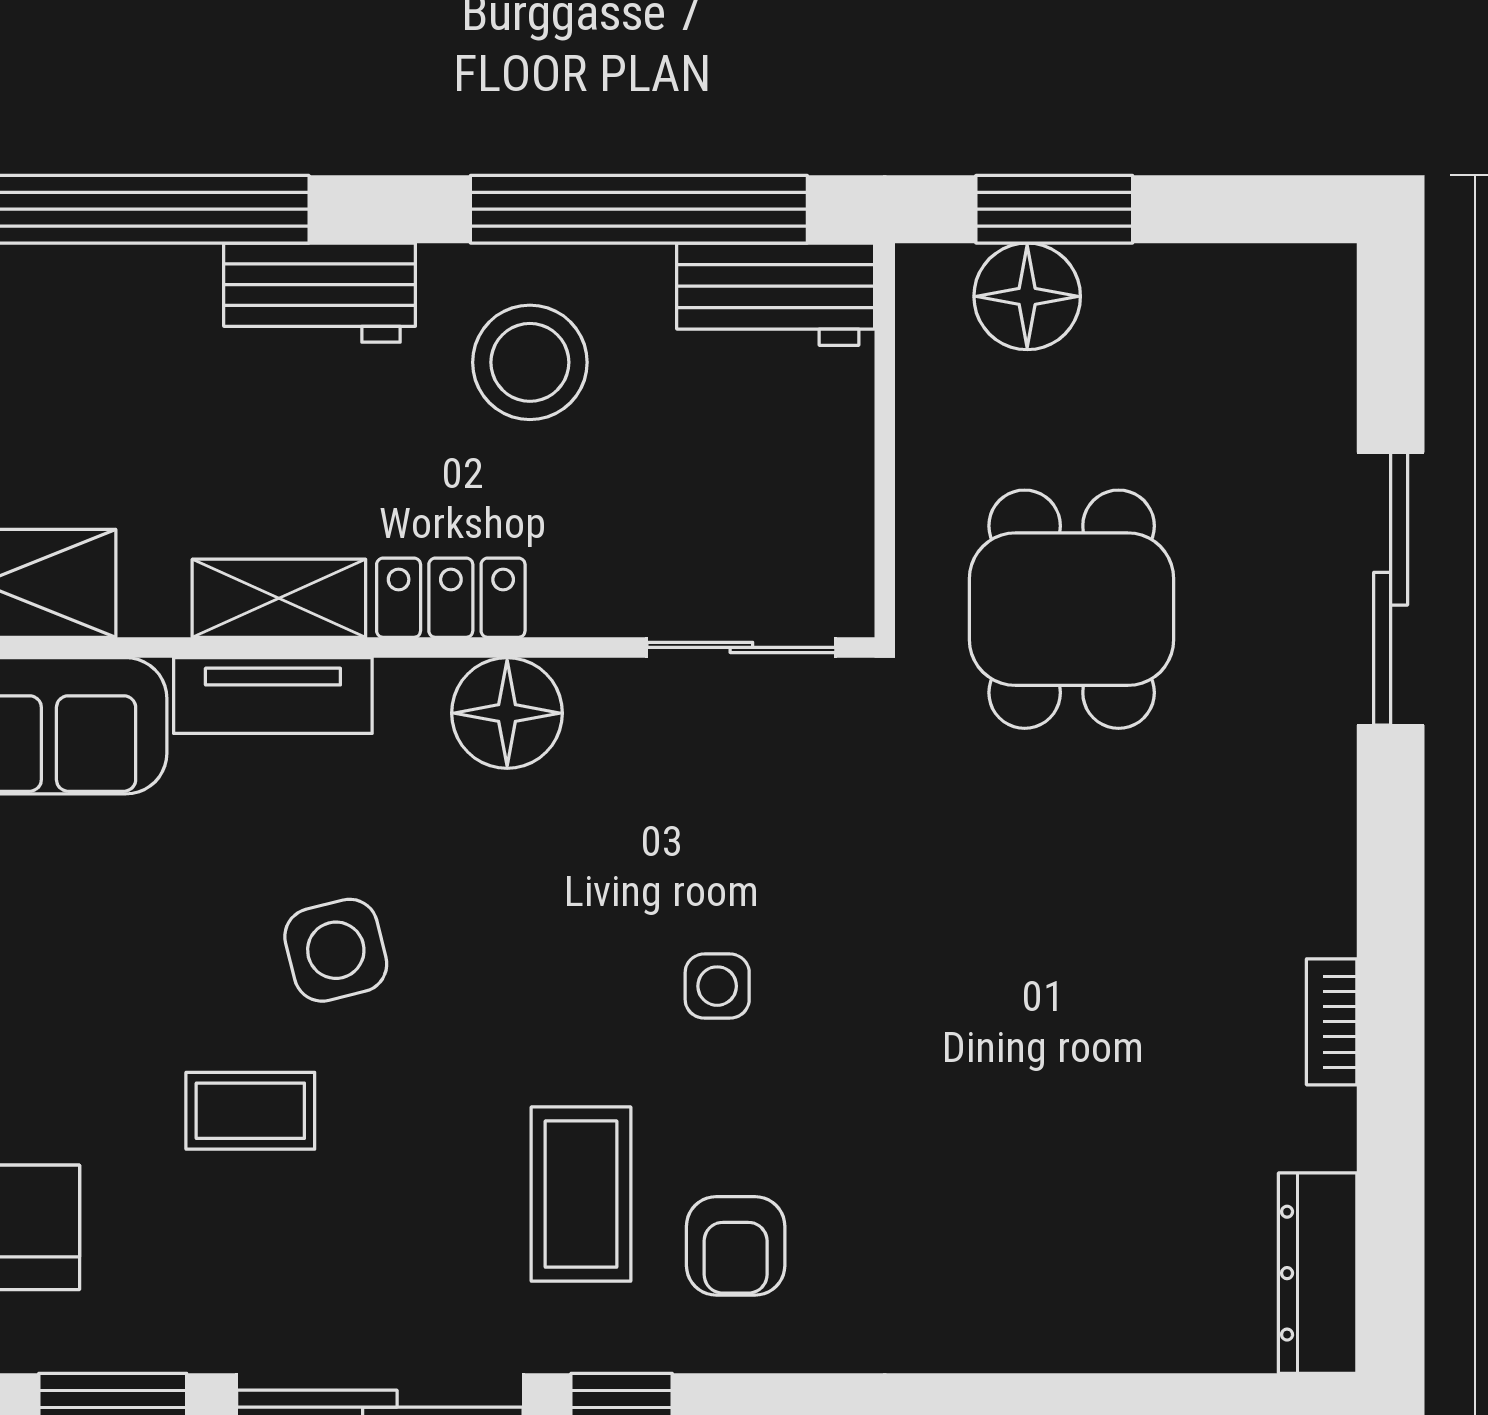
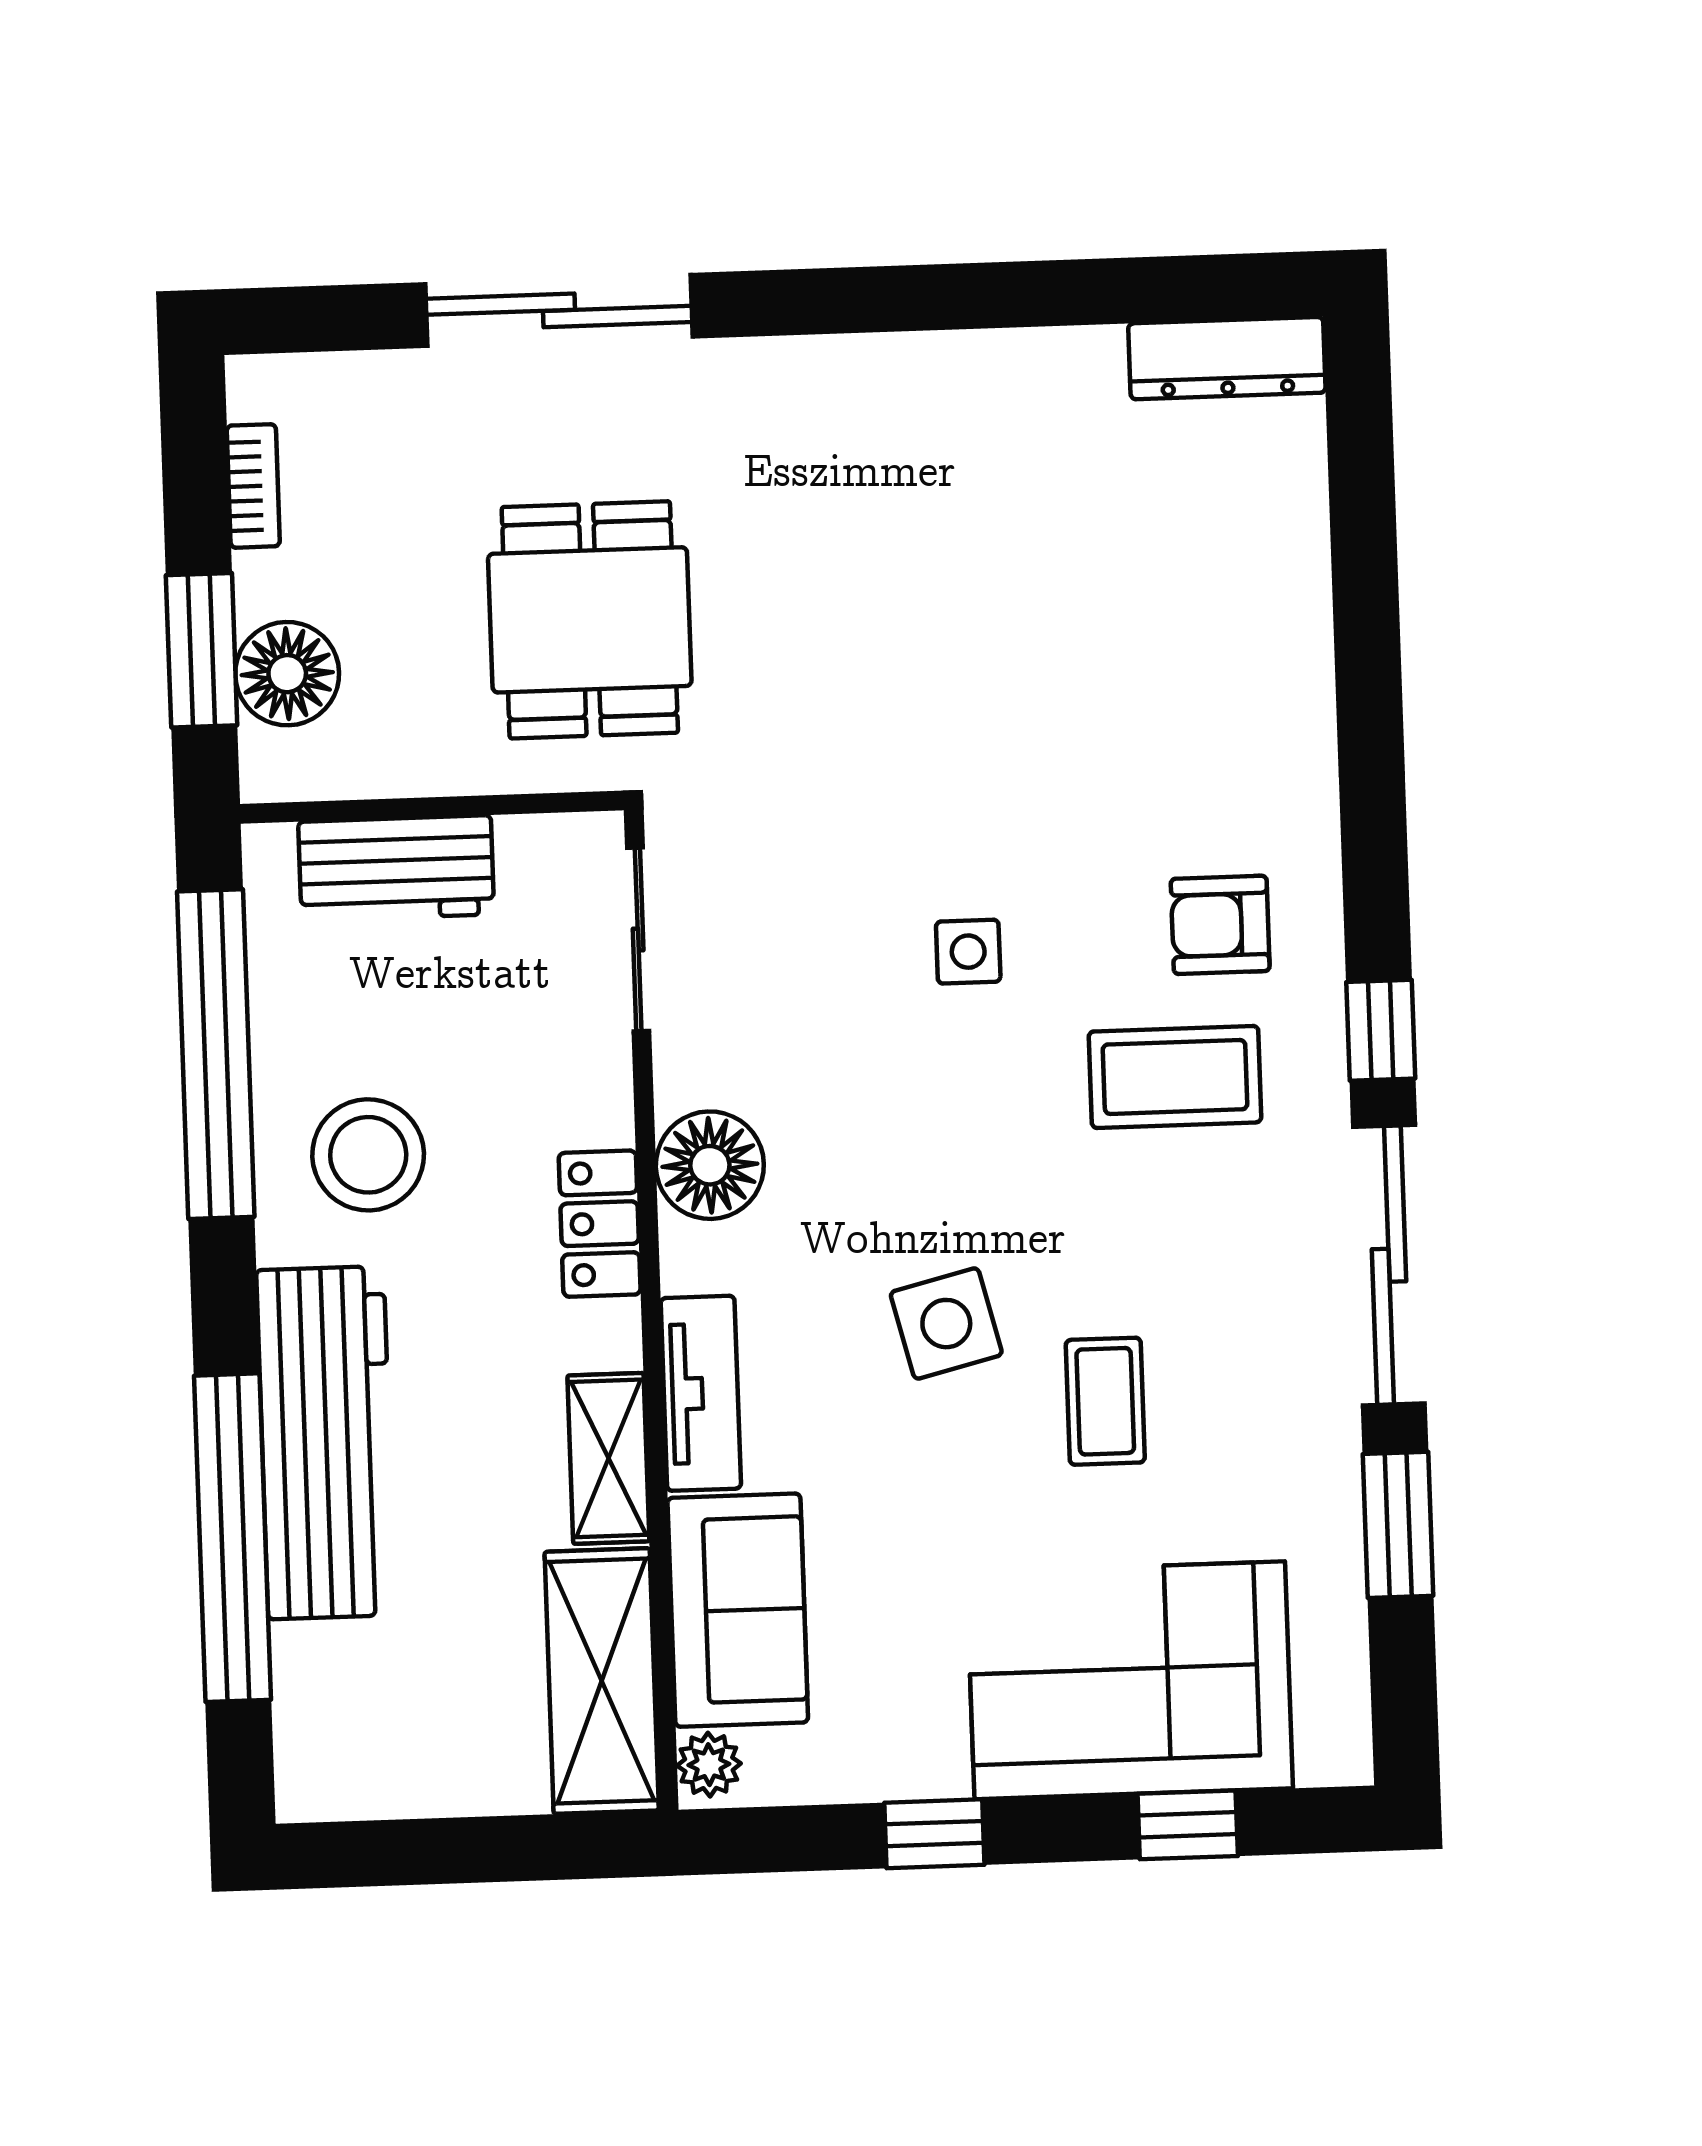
workbench: (320, 293) -> (326, 1443), width x1.88, depth x1.32
workbench: (776, 294) -> (396, 868), moved, turned 90
shelving: (279, 598) -> (608, 1458), moved
dining table: (1072, 609) -> (590, 620), turned 90
bookcase: (1332, 1022) -> (253, 486), moved, turned -90
armchair: (736, 1246) -> (1220, 925), turned 180

